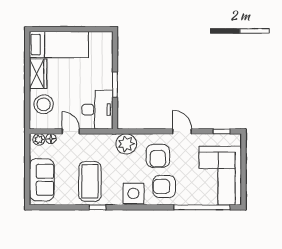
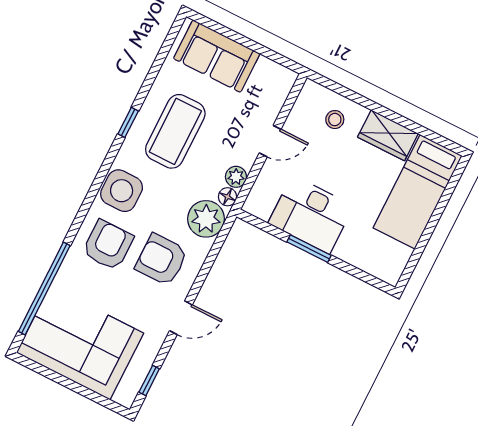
stool: (44, 104) -> (335, 120), width x0.53, depth x0.53
desk: (97, 110) -> (311, 215), moved
plant: (39, 139) -> (236, 177), moved
floor lamp: (51, 139) -> (228, 197), moved
coffee table: (90, 181) -> (175, 131), turned 90

